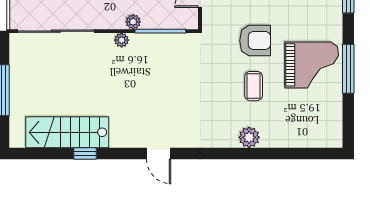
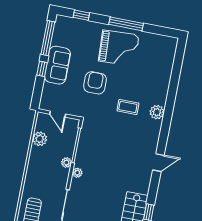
grand piano: (312, 65) -> (119, 48), turned 87
coffee table: (254, 86) -> (128, 107), moved
plant: (249, 137) -> (157, 112), moved

